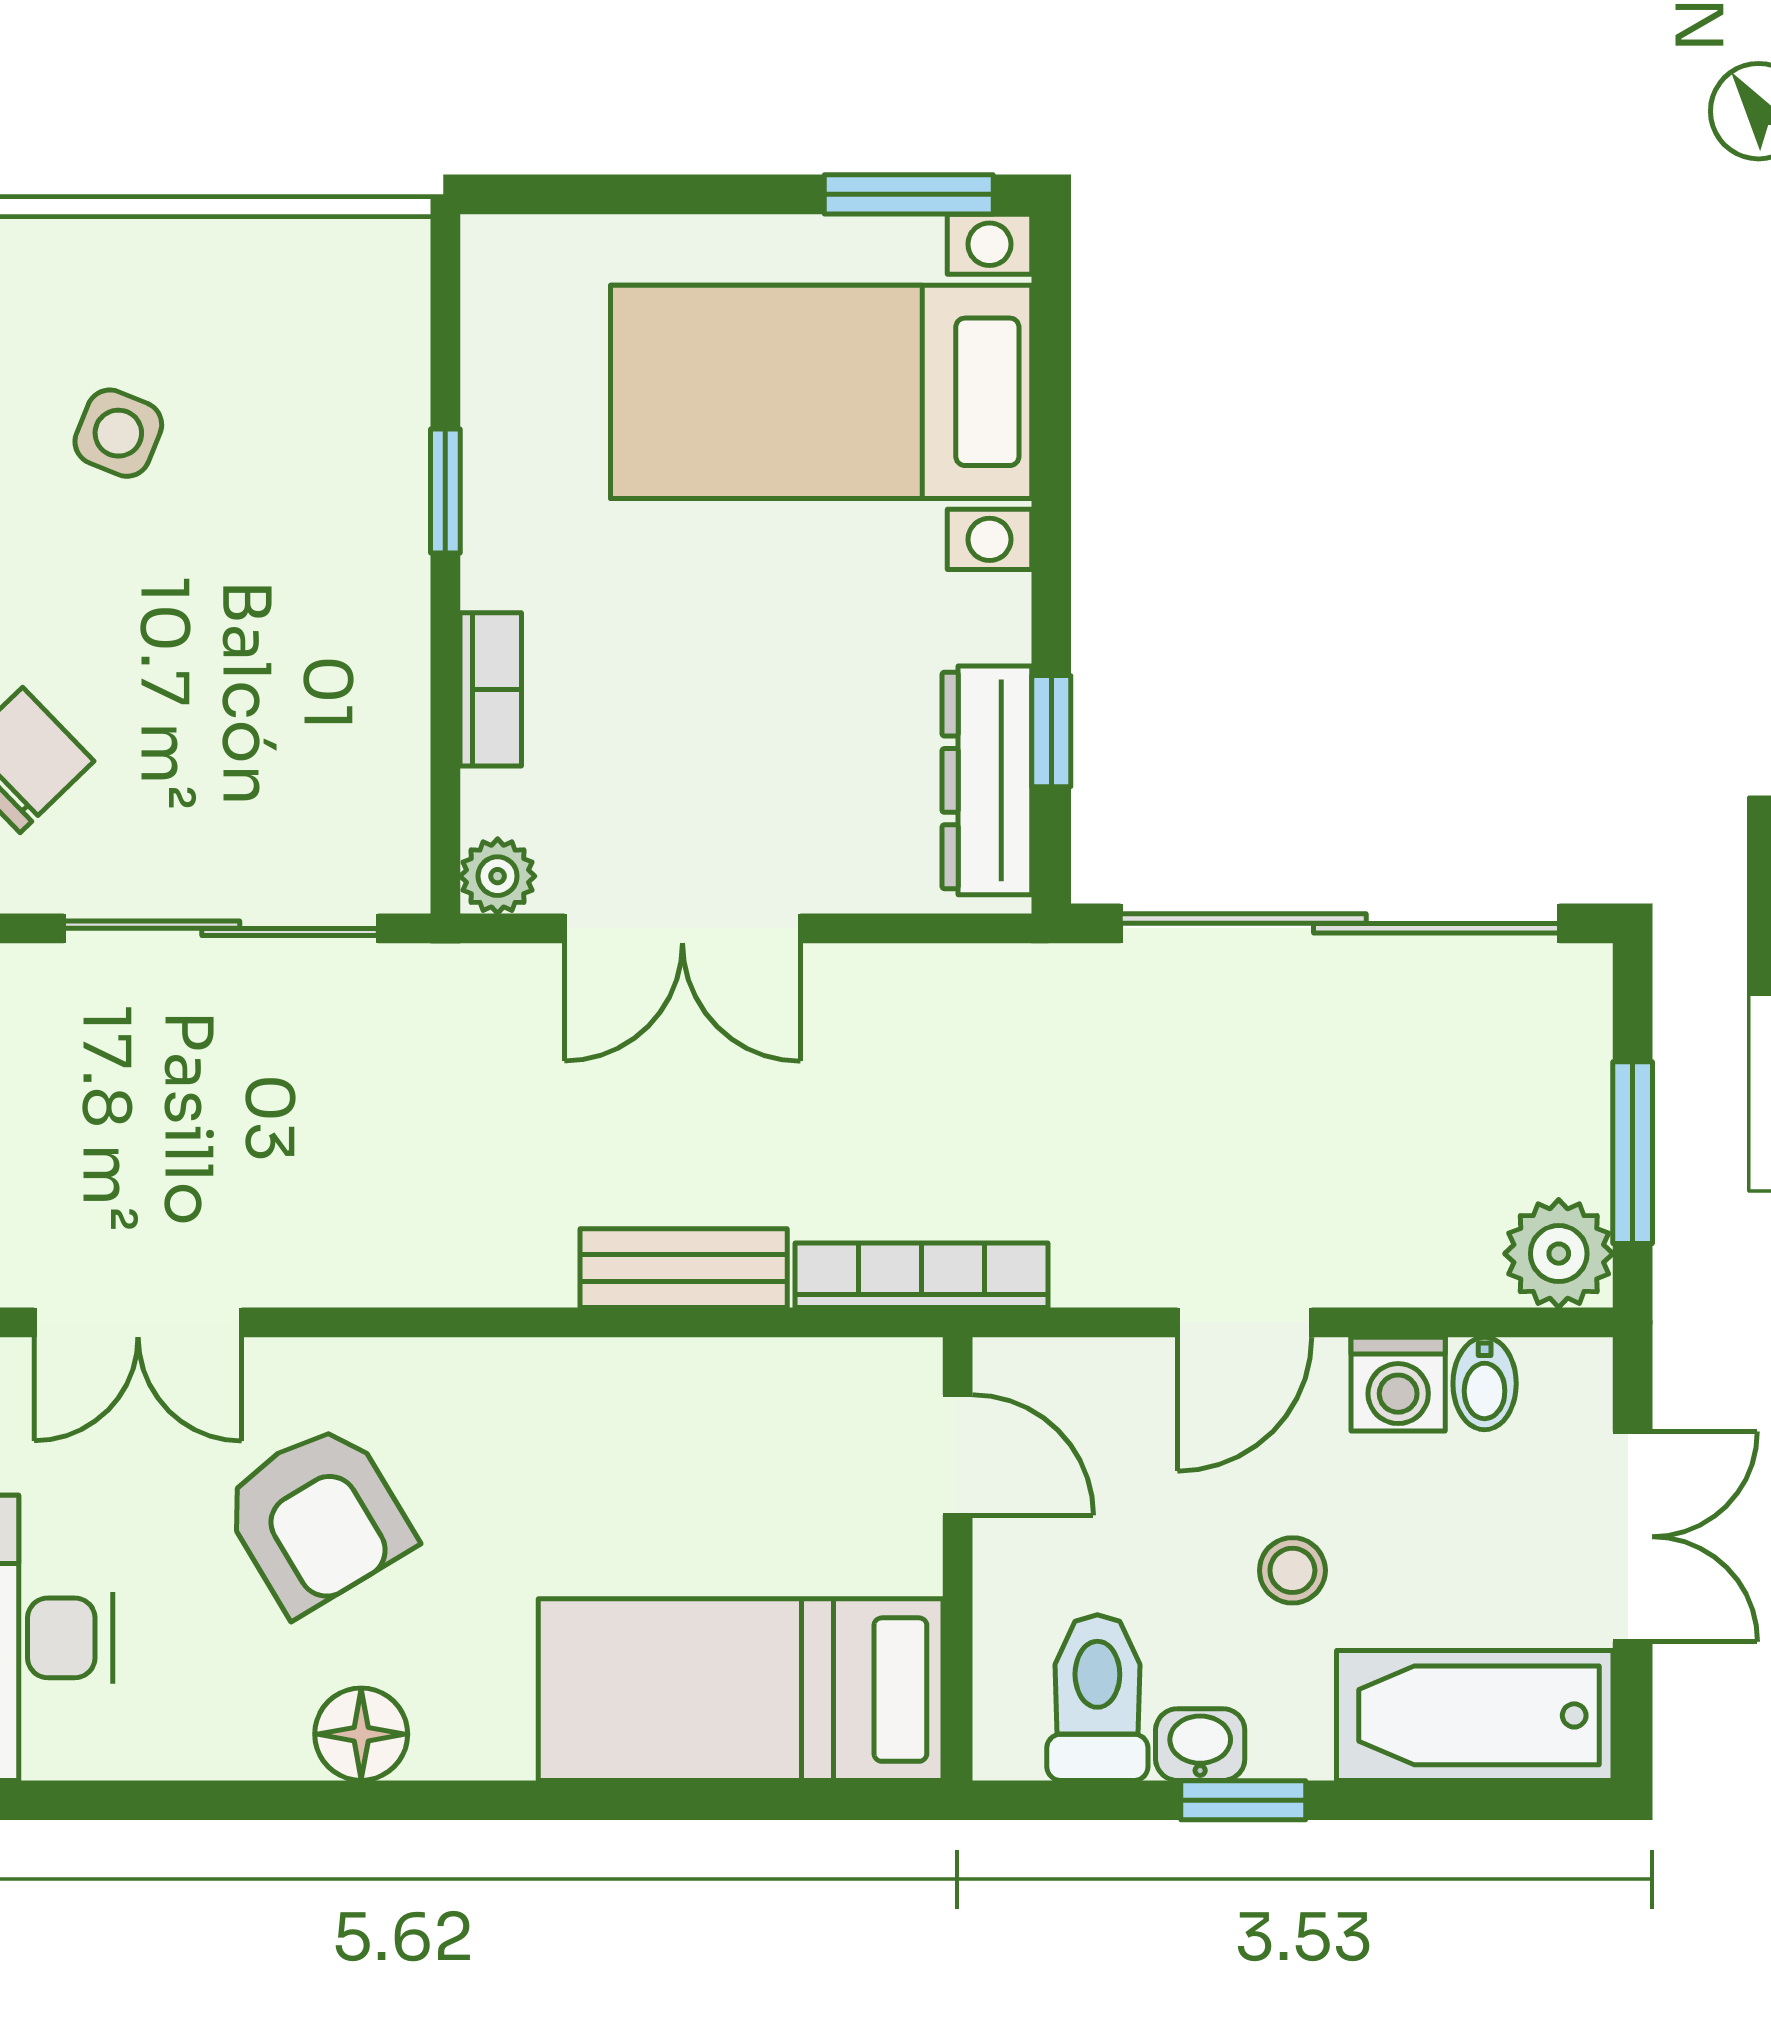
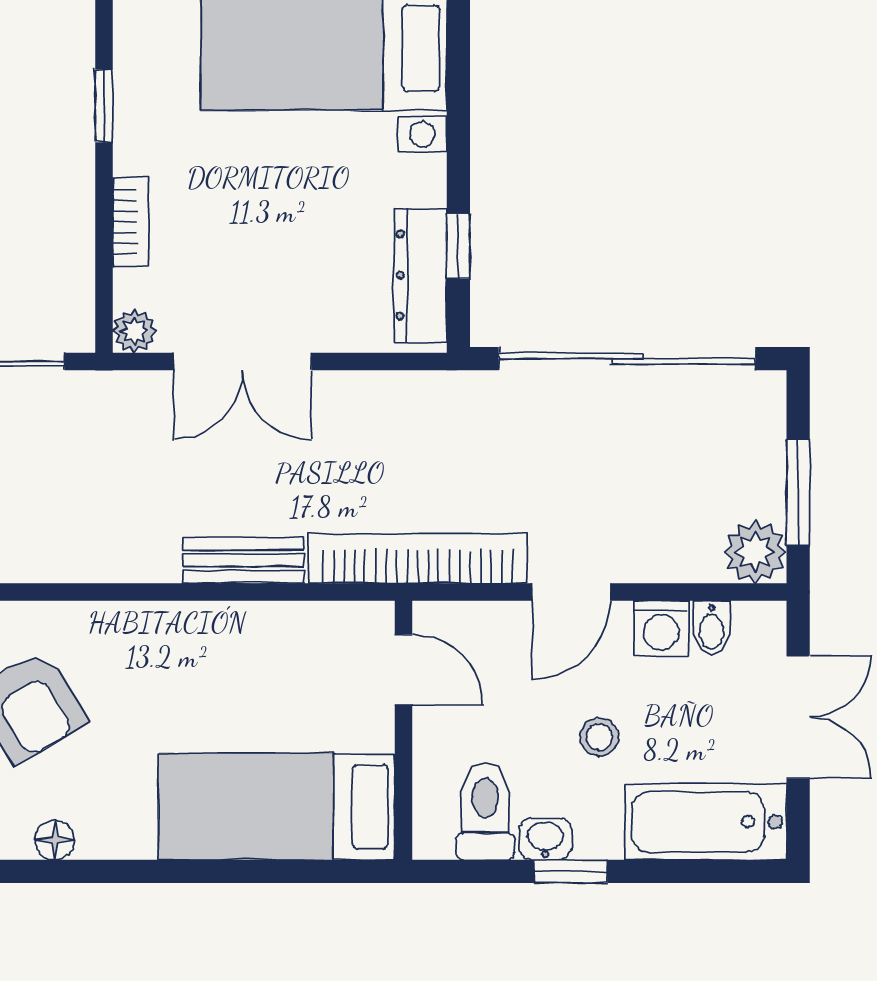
bookcase: (921, 1275) -> (418, 559), width x1.48, depth x1.31
floor lamp: (361, 1734) -> (55, 840), width x0.73, depth x0.73

